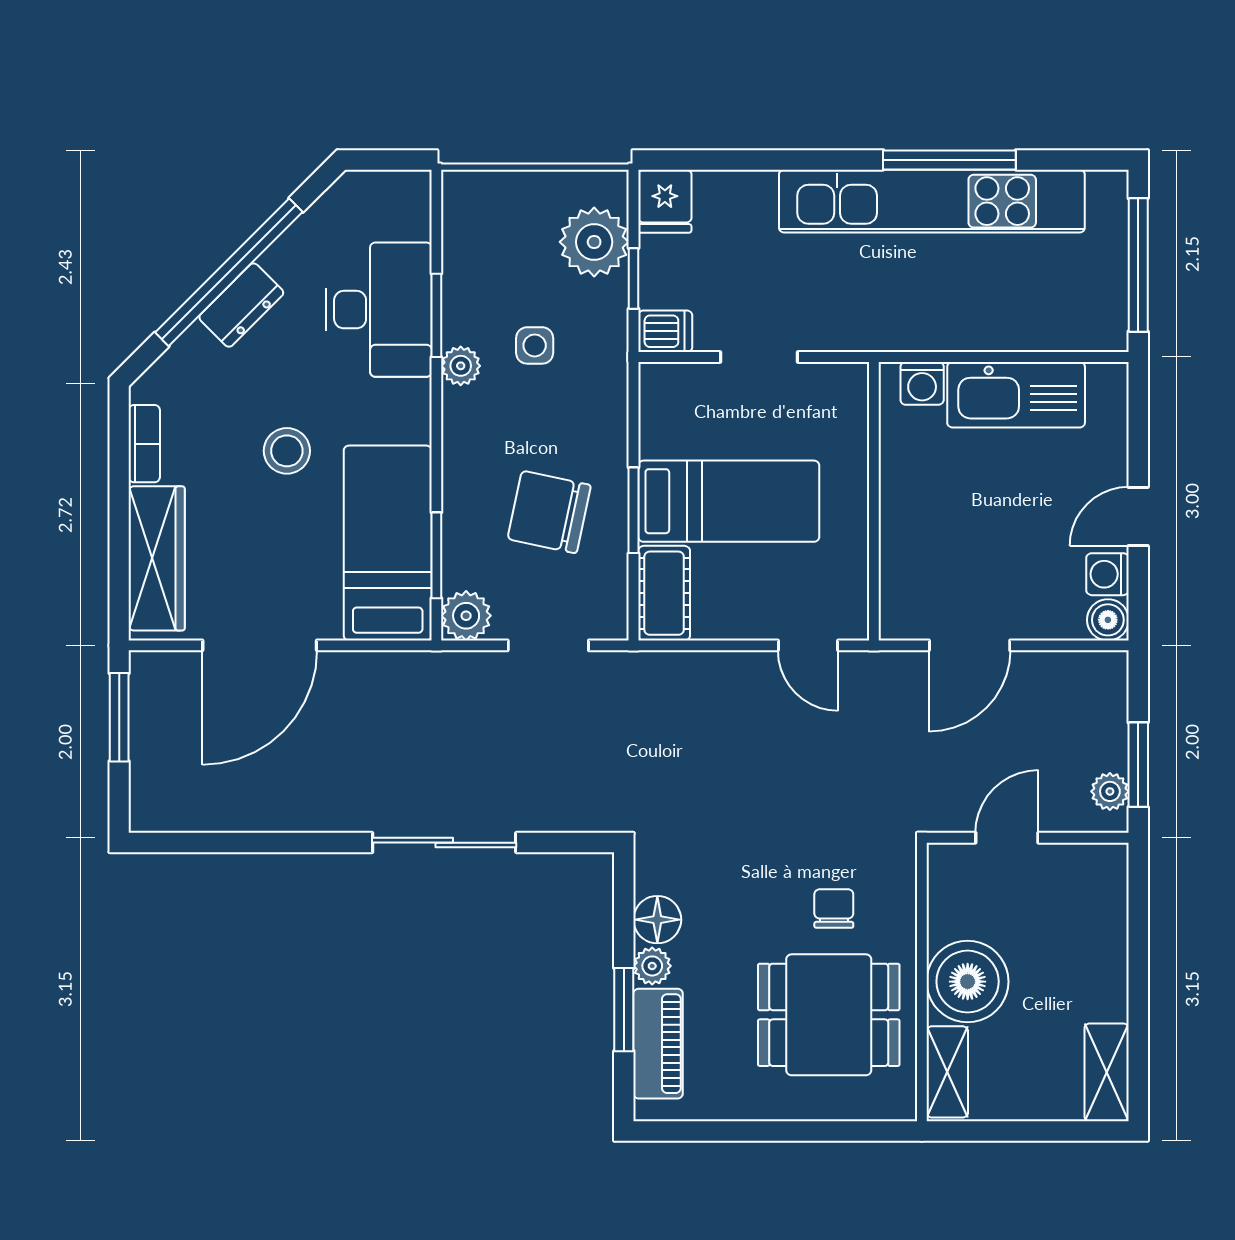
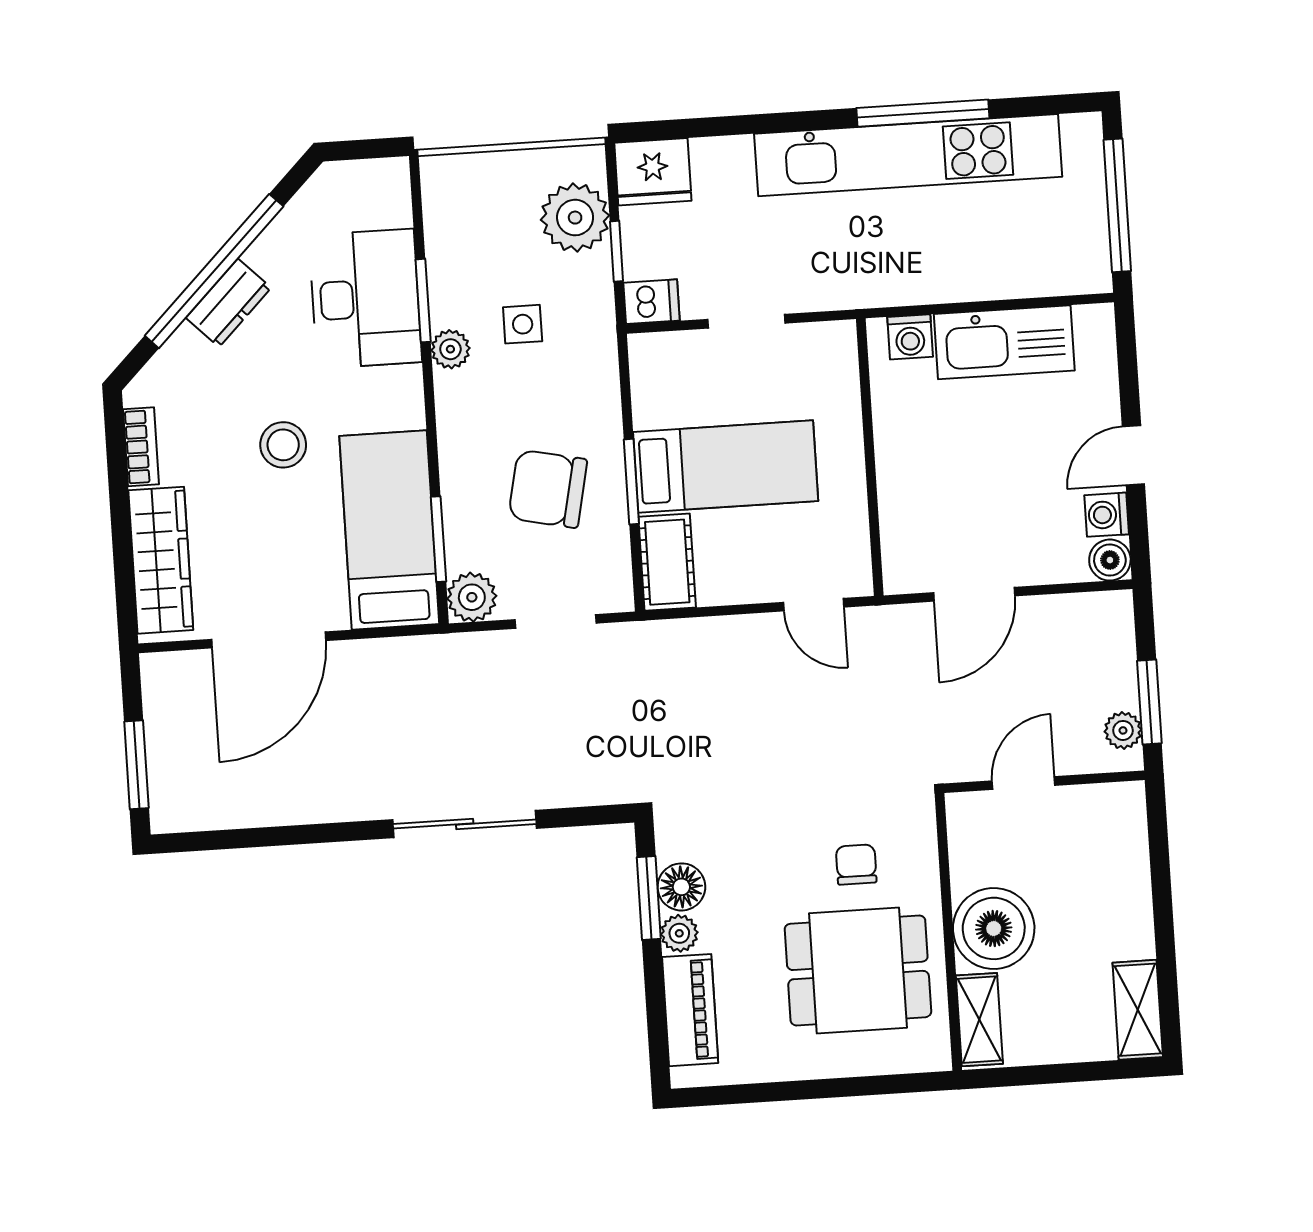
fridge: (665, 201) -> (653, 172), width x1.38
window: (119, 717) -> (136, 765), moved
window: (624, 1010) -> (649, 898), moved

